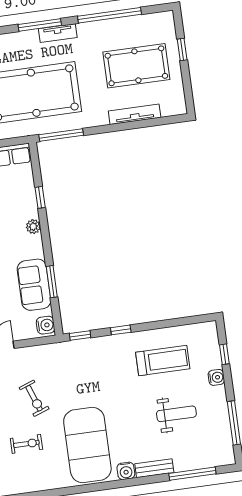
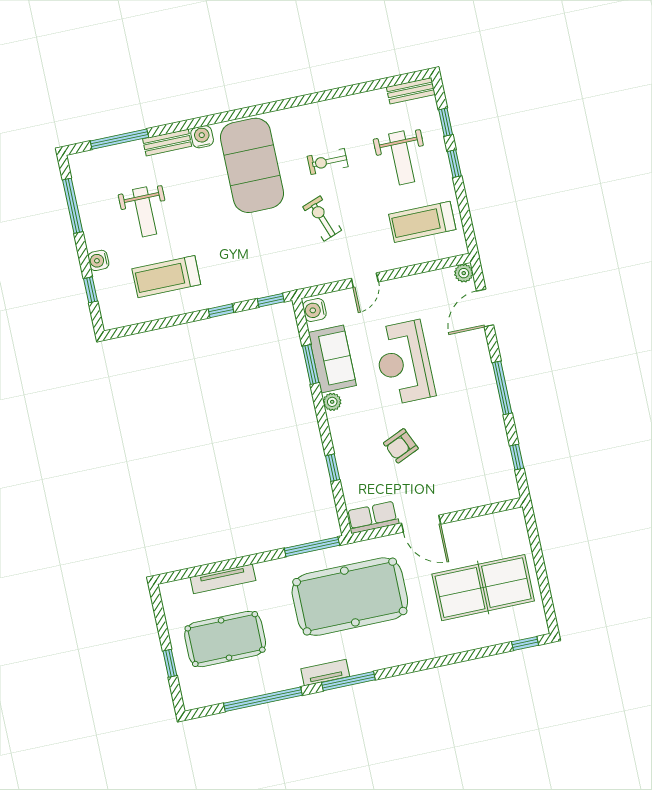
plant: (33, 227) -> (332, 402), moved
weight bench: (176, 414) -> (145, 212), turned -90

